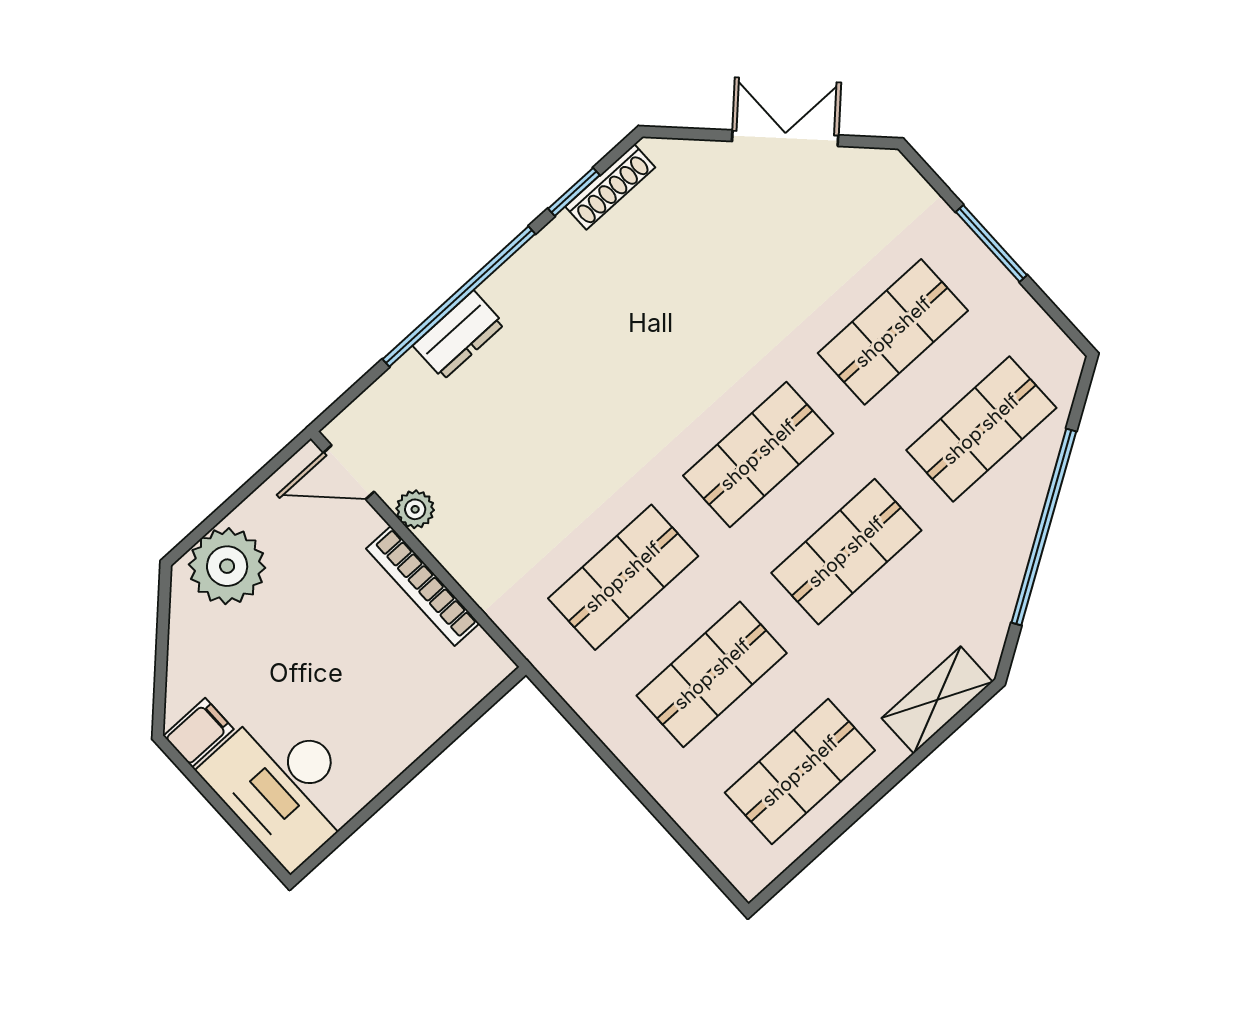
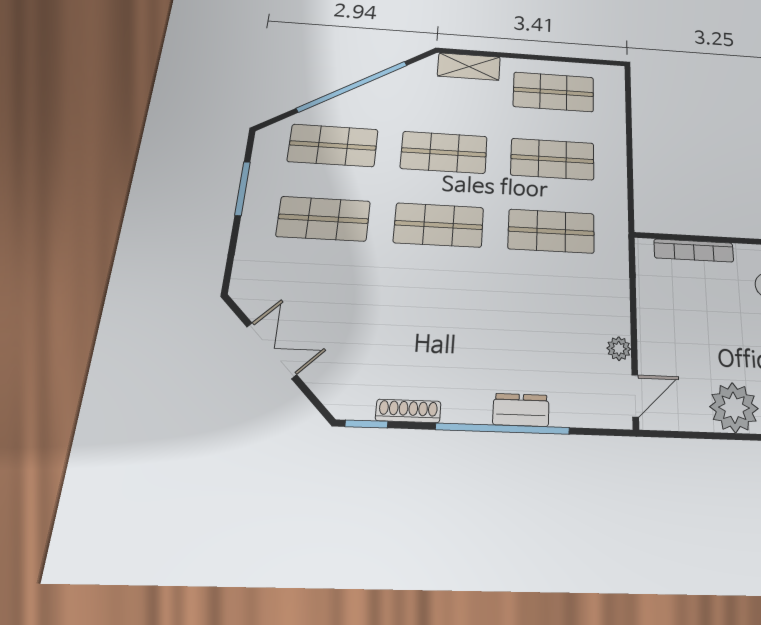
double door: (785, 138) -> (272, 351), swing flipped
shoe rack: (610, 187) -> (408, 411), moved
window: (574, 192) -> (366, 424), moved
window: (991, 243) -> (242, 188), moved
door: (349, 472) -> (635, 396), hinge flipped
bookcase: (423, 586) -> (694, 250), moved, turned 90

